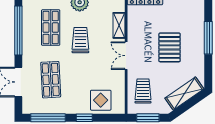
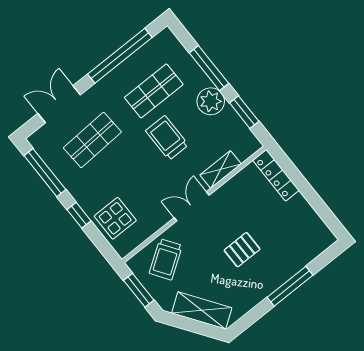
trolley: (80, 40) -> (167, 138), turned -90
pallet: (170, 47) -> (242, 250), width x0.67, depth x0.71
trolley: (143, 91) -> (166, 259), turned 146

